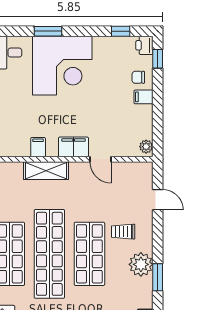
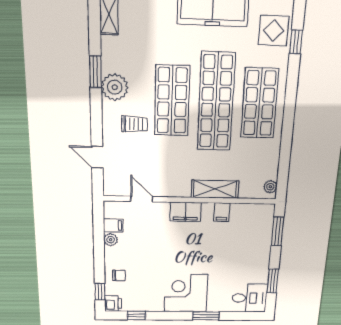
corner desk: (62, 66) -> (186, 293), width x0.74, depth x0.74
filing cabinet: (143, 97) -> (113, 225), moved
plant: (146, 147) -> (111, 240), moved
door: (100, 159) -> (142, 199), moved

